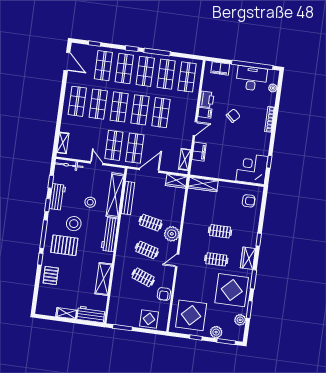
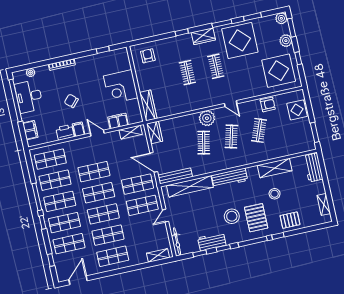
corner desk: (252, 169) -> (121, 87), moved
bench: (128, 198) -> (175, 176), moved
stool: (90, 202) -> (275, 194), moved
shelving: (67, 313) -> (324, 204), moved
plant: (240, 320) -> (281, 18), moved

